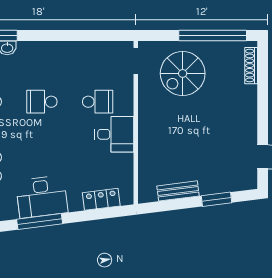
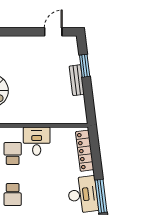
bench: (178, 191) -> (77, 80), moved
locker: (101, 199) -> (85, 151), width x1.53

